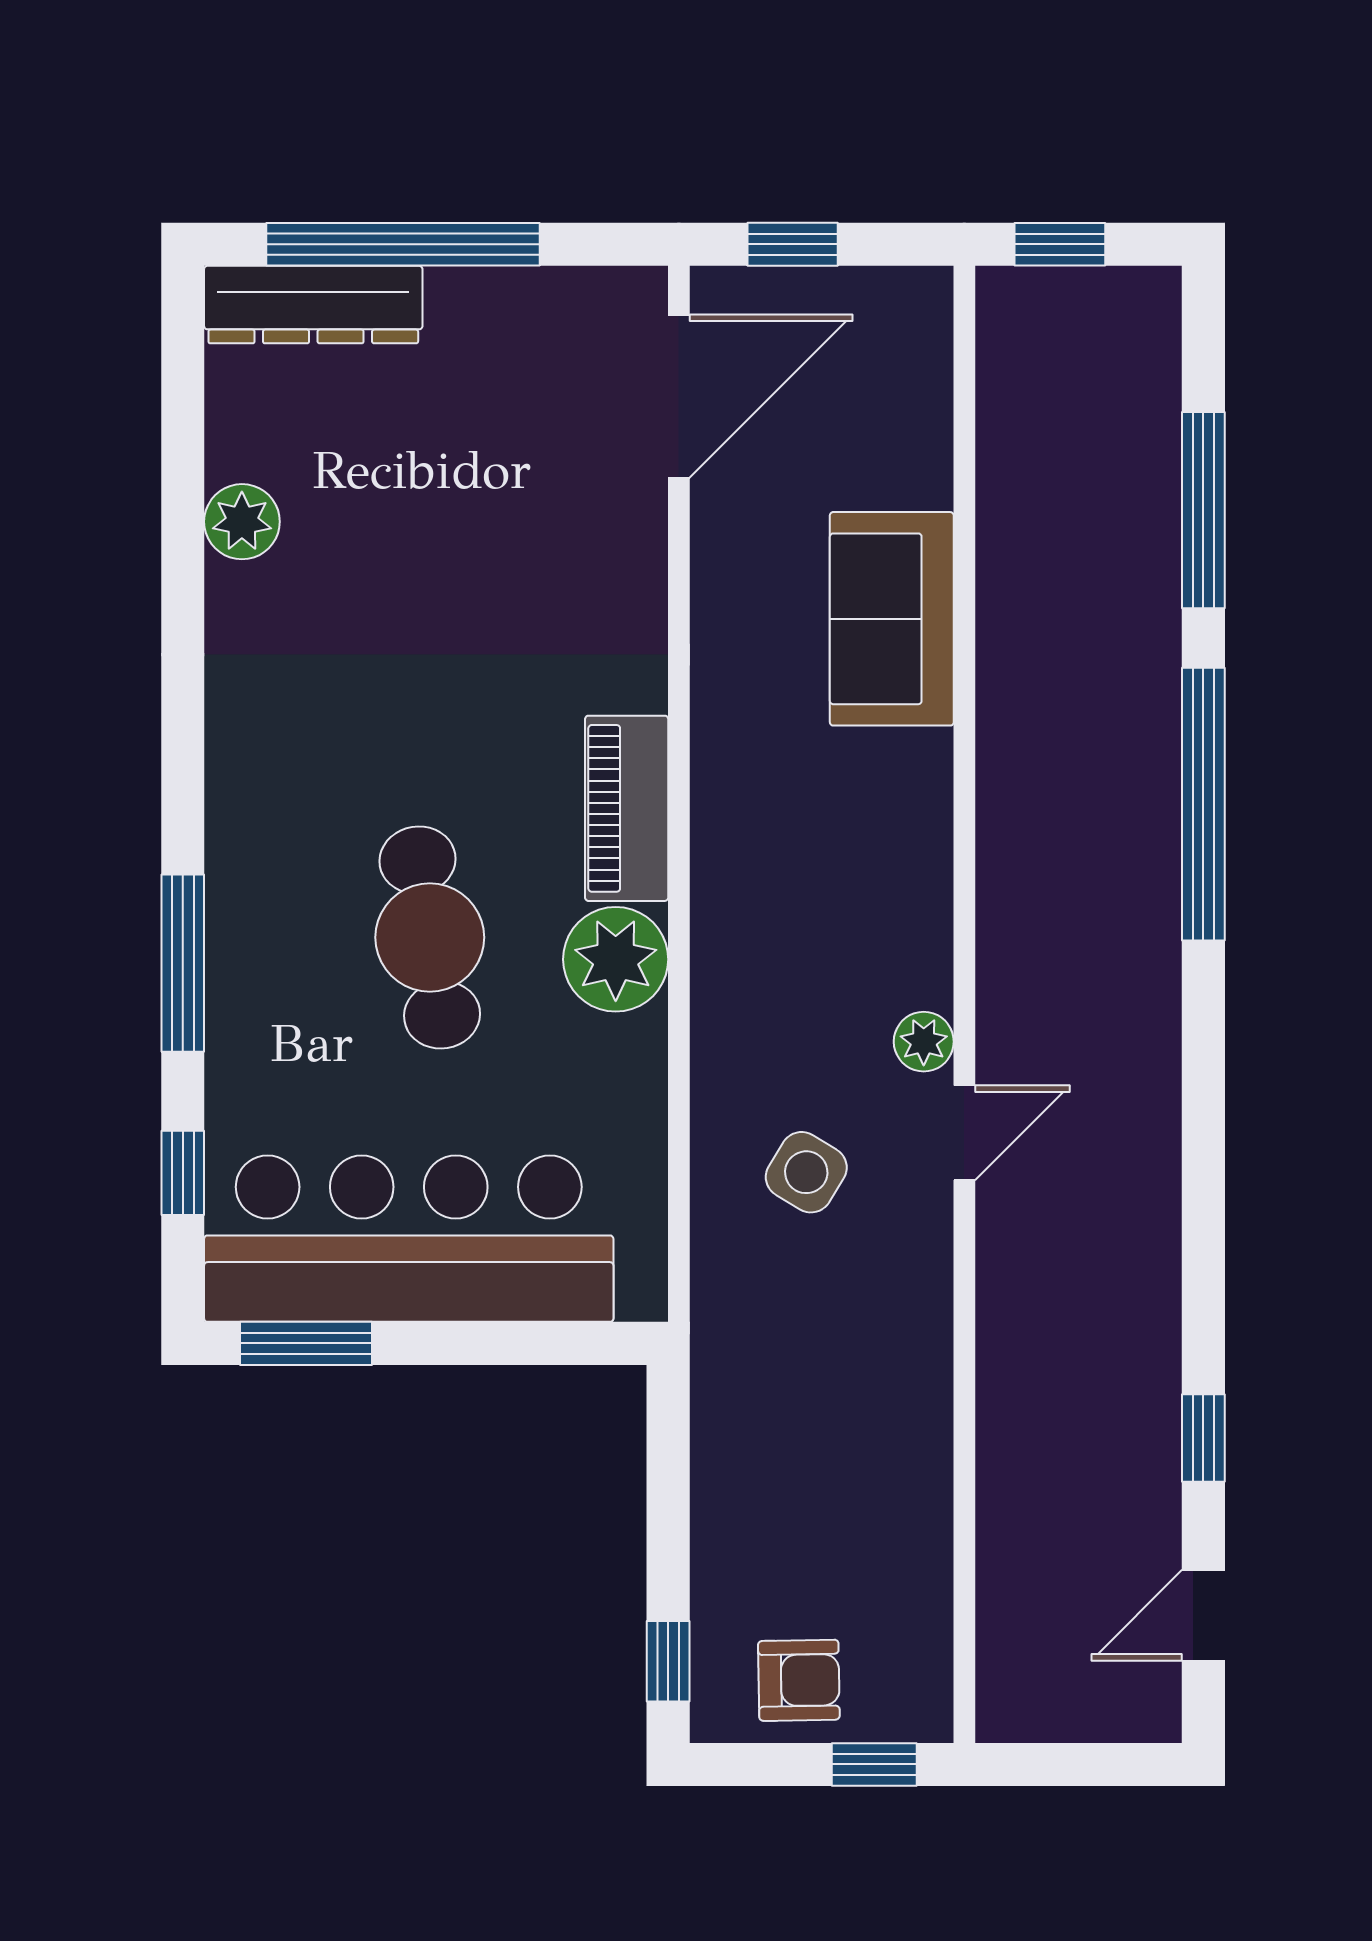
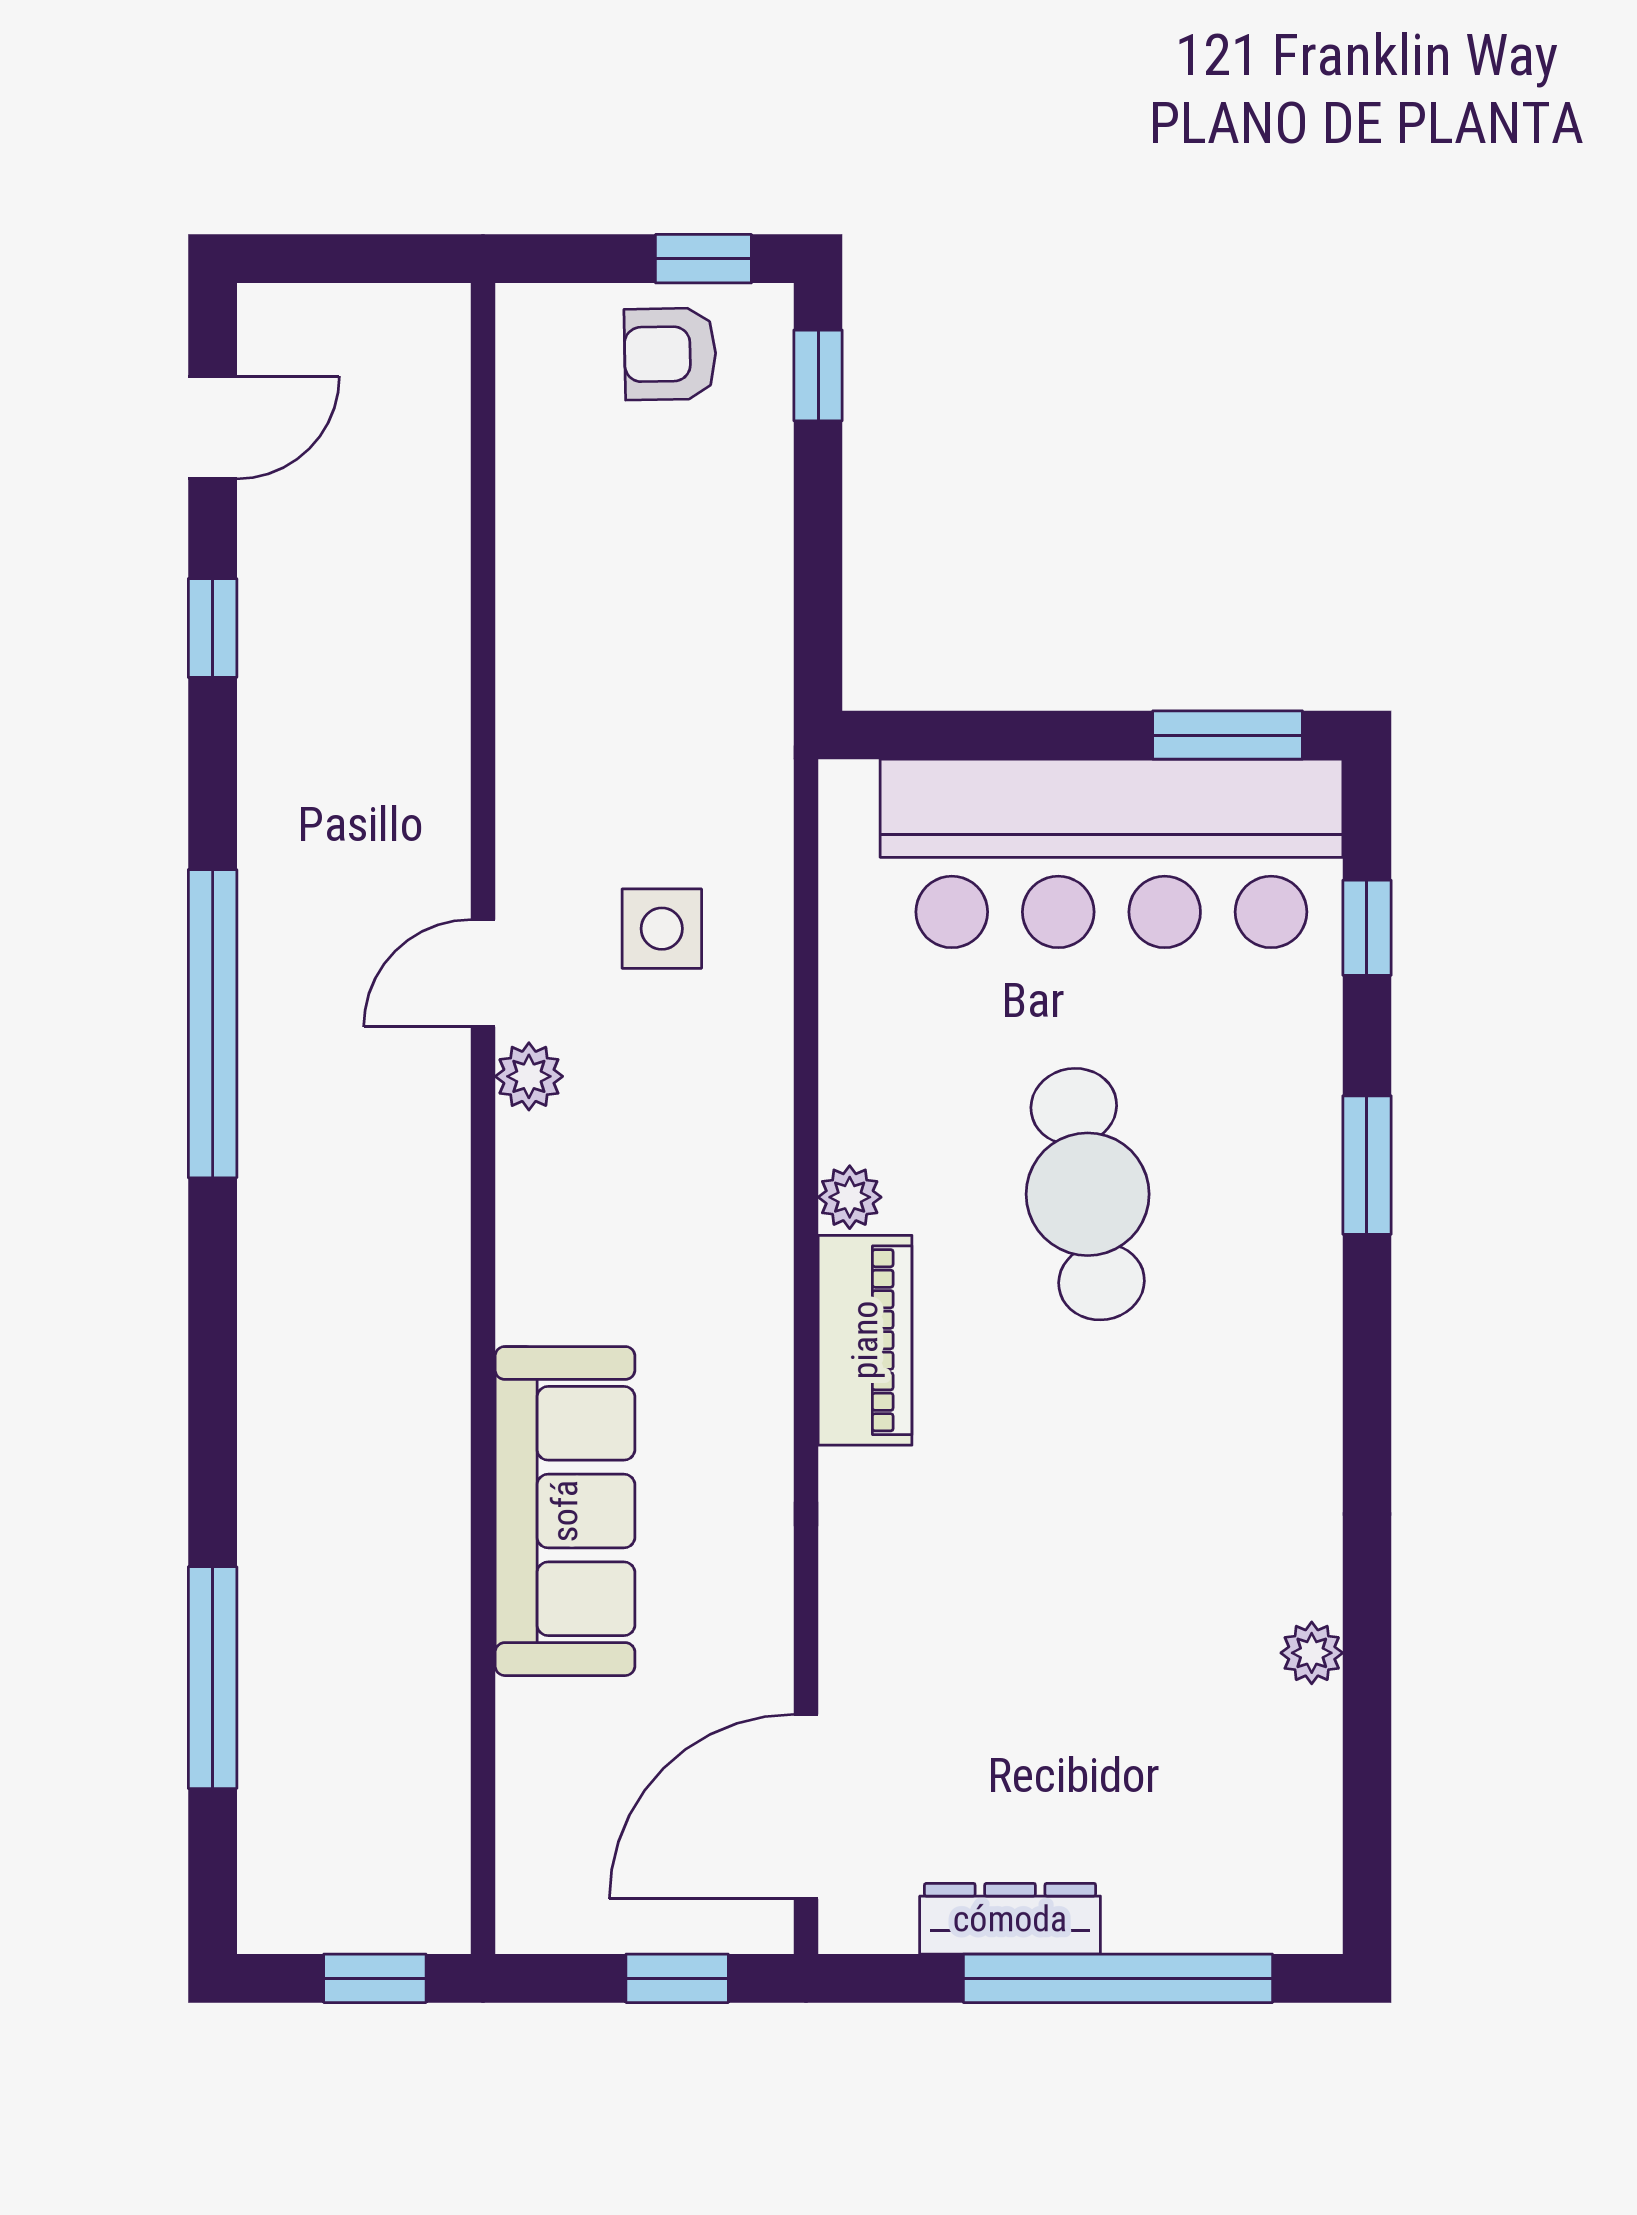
dresser: (313, 305) -> (1010, 1919), moved, width x0.73, depth x0.80
plant: (242, 522) -> (1312, 1653), width x0.73, depth x0.73
sofa: (892, 619) -> (565, 1511), width x1.36
window: (1203, 804) -> (213, 1024), moved
plant: (616, 959) -> (850, 1197), width x0.53, depth x0.53
window: (183, 963) -> (1367, 1165), width x0.69
side table: (806, 1172) -> (662, 929), turned -31
window: (874, 1764) -> (703, 259), moved

